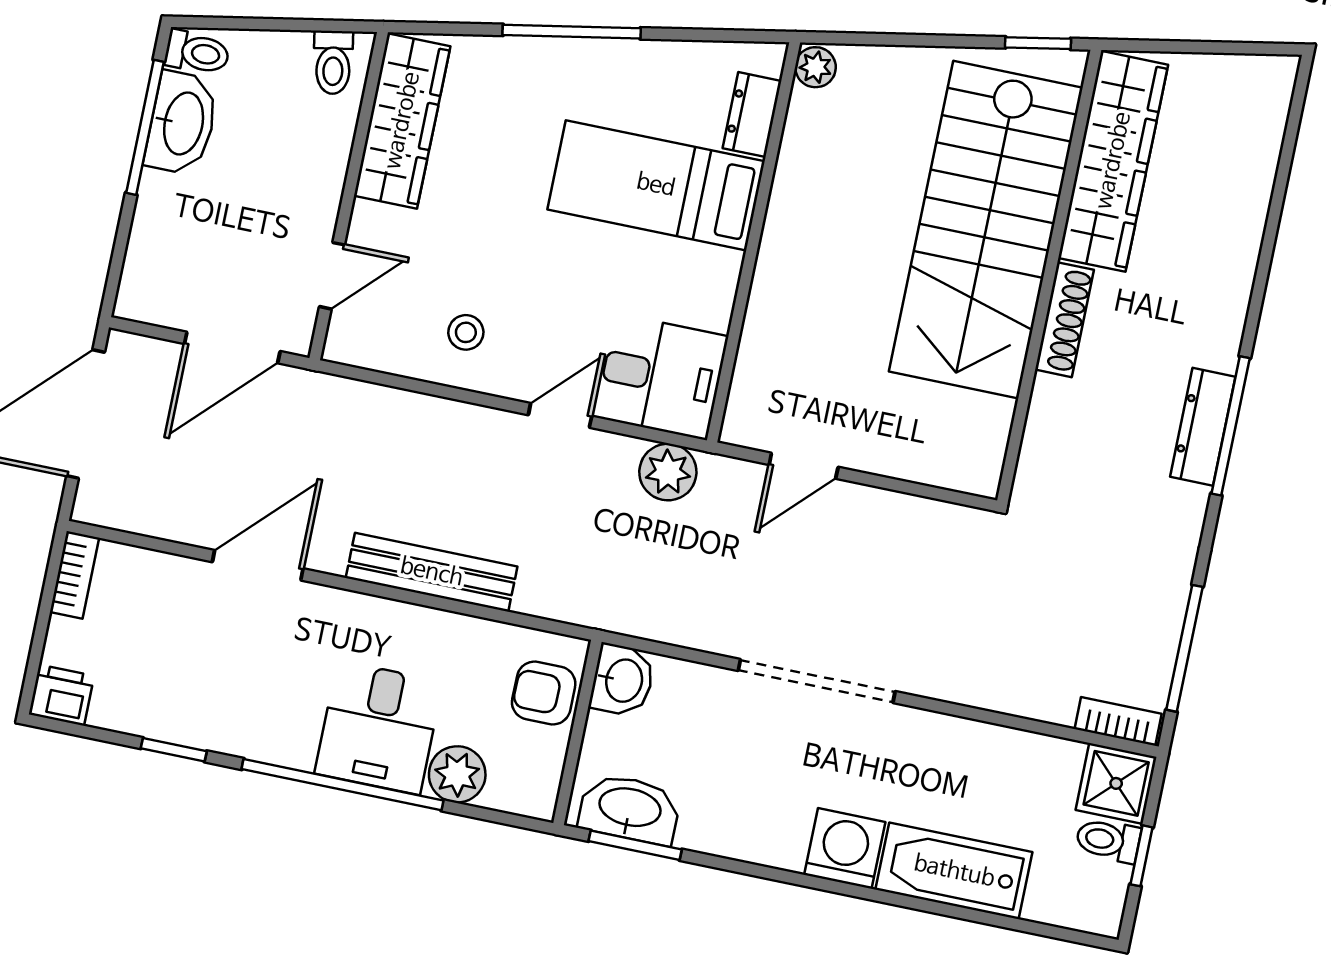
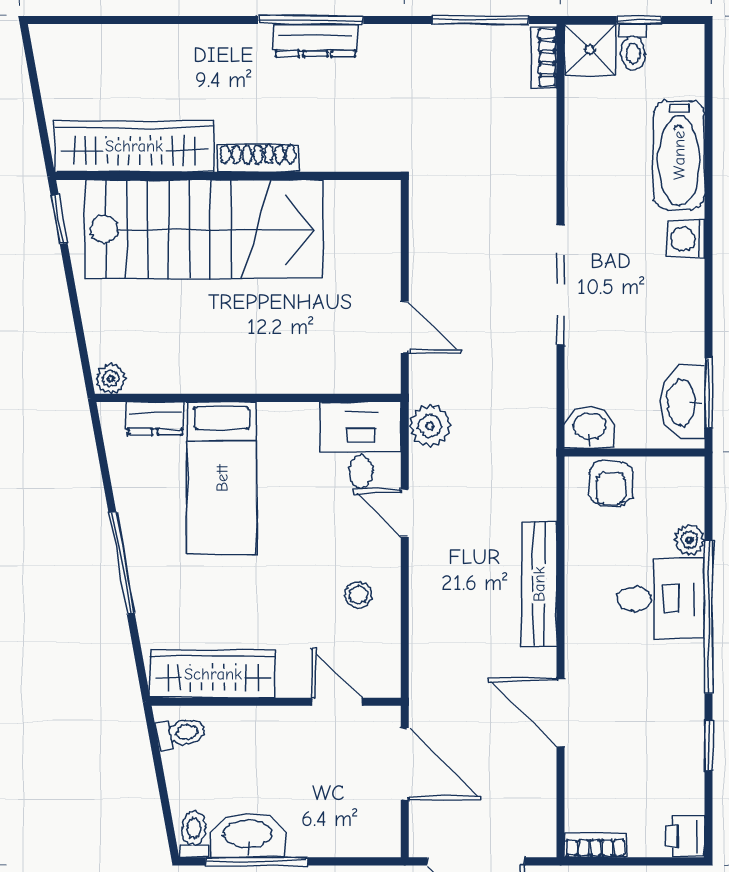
plant: (457, 774) -> (689, 540), width x0.73, depth x0.73
washing machine: (845, 848) -> (686, 239), width x0.73, depth x0.73

